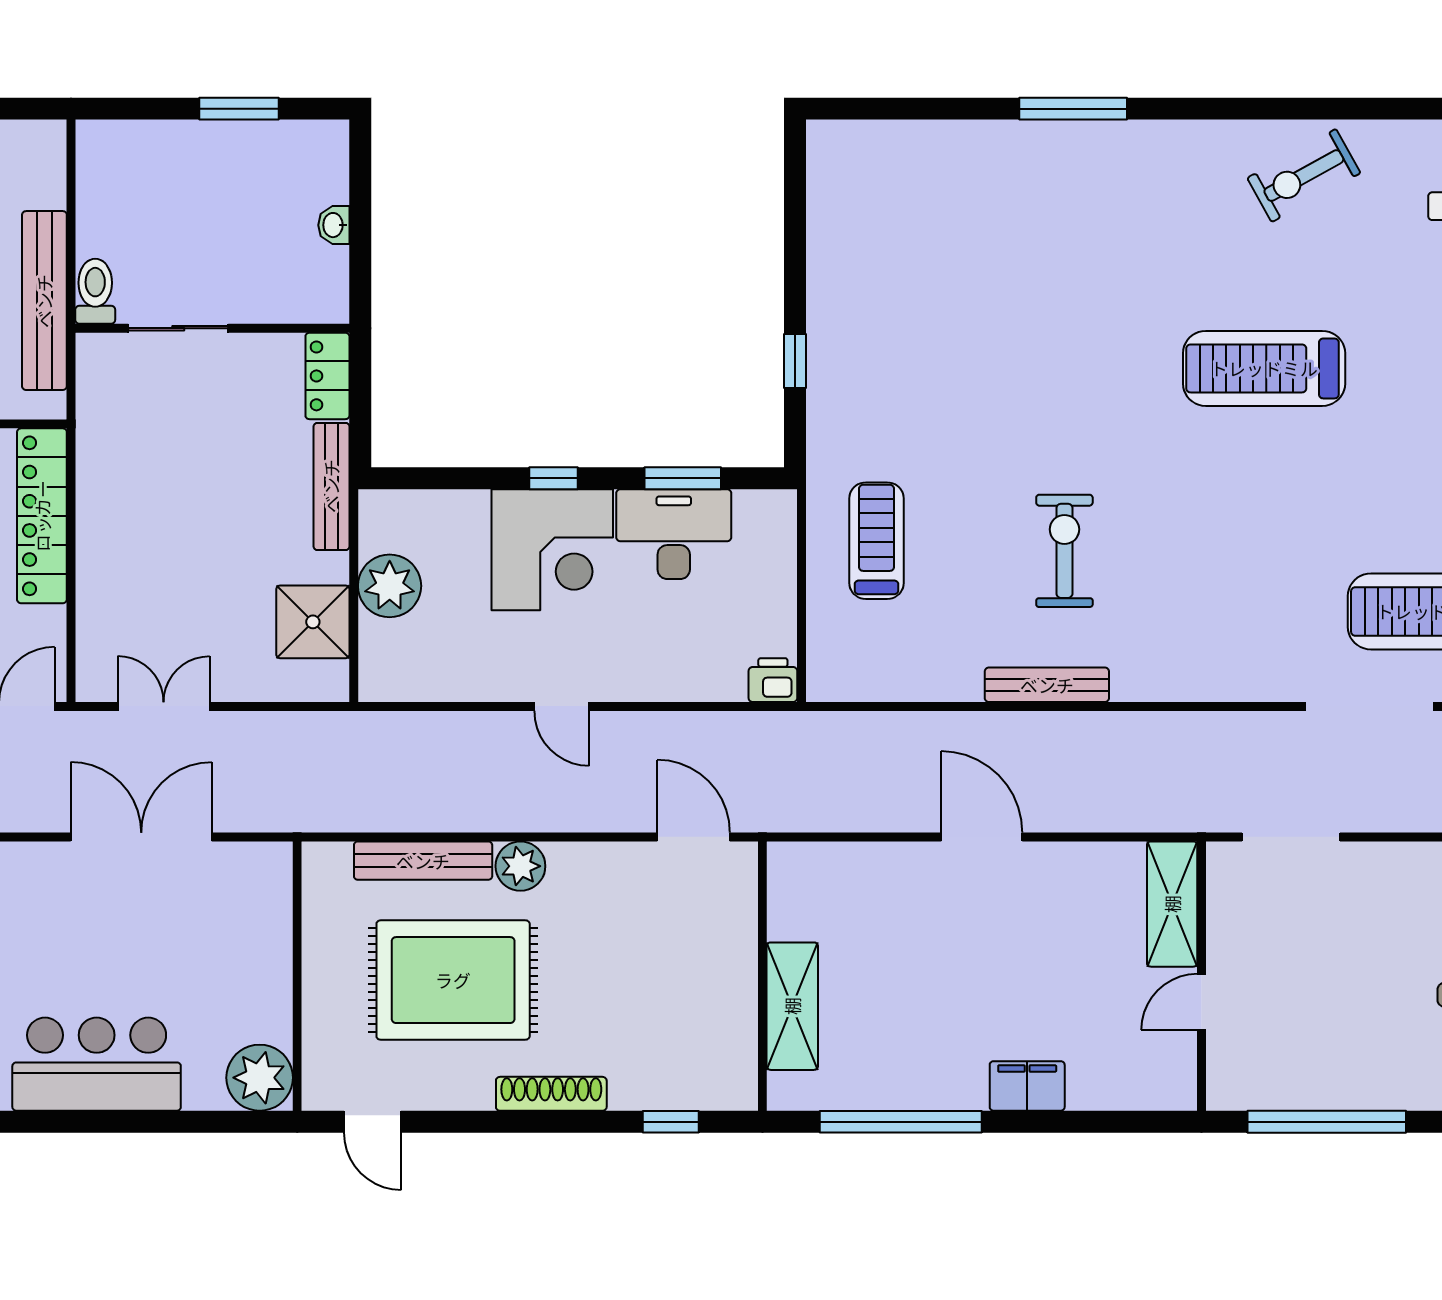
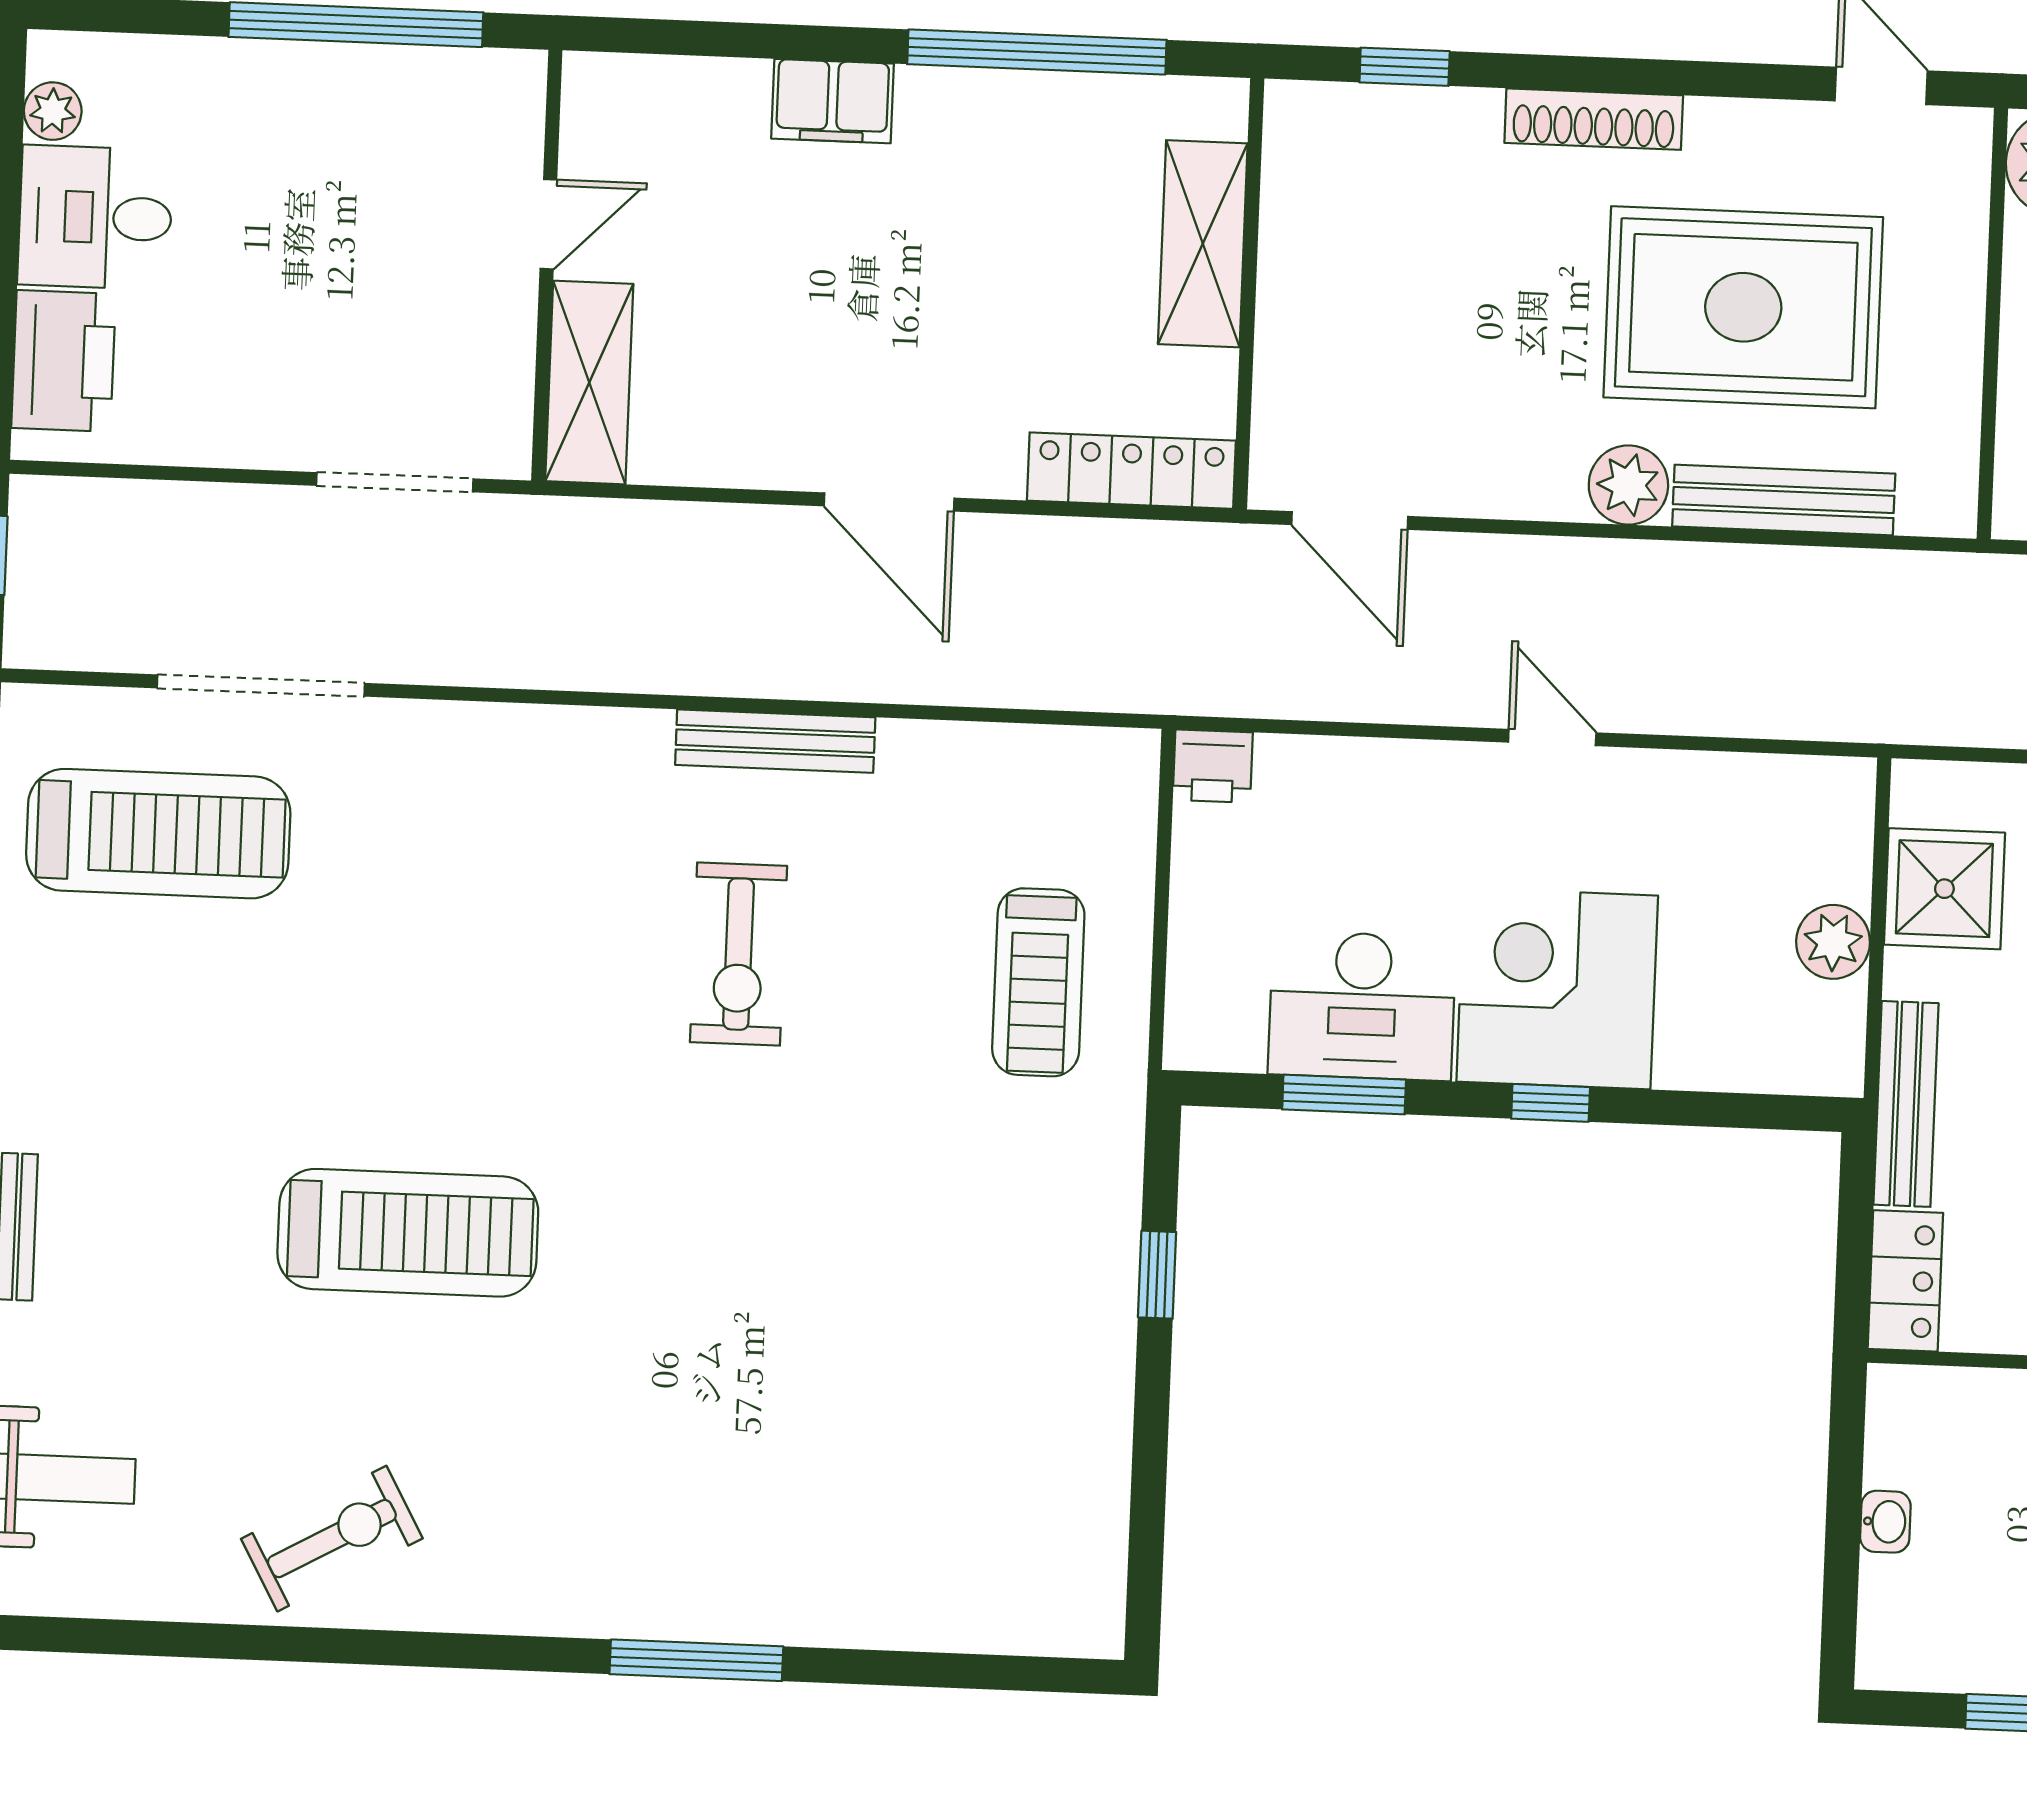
plant: (390, 586) -> (1833, 942), width x0.73, depth x0.73
locker: (831, 863) -> (1131, 471), added

